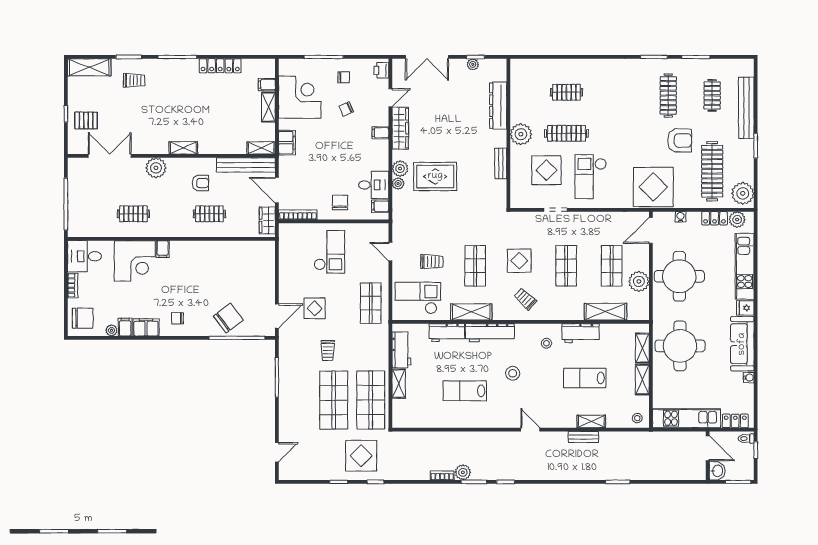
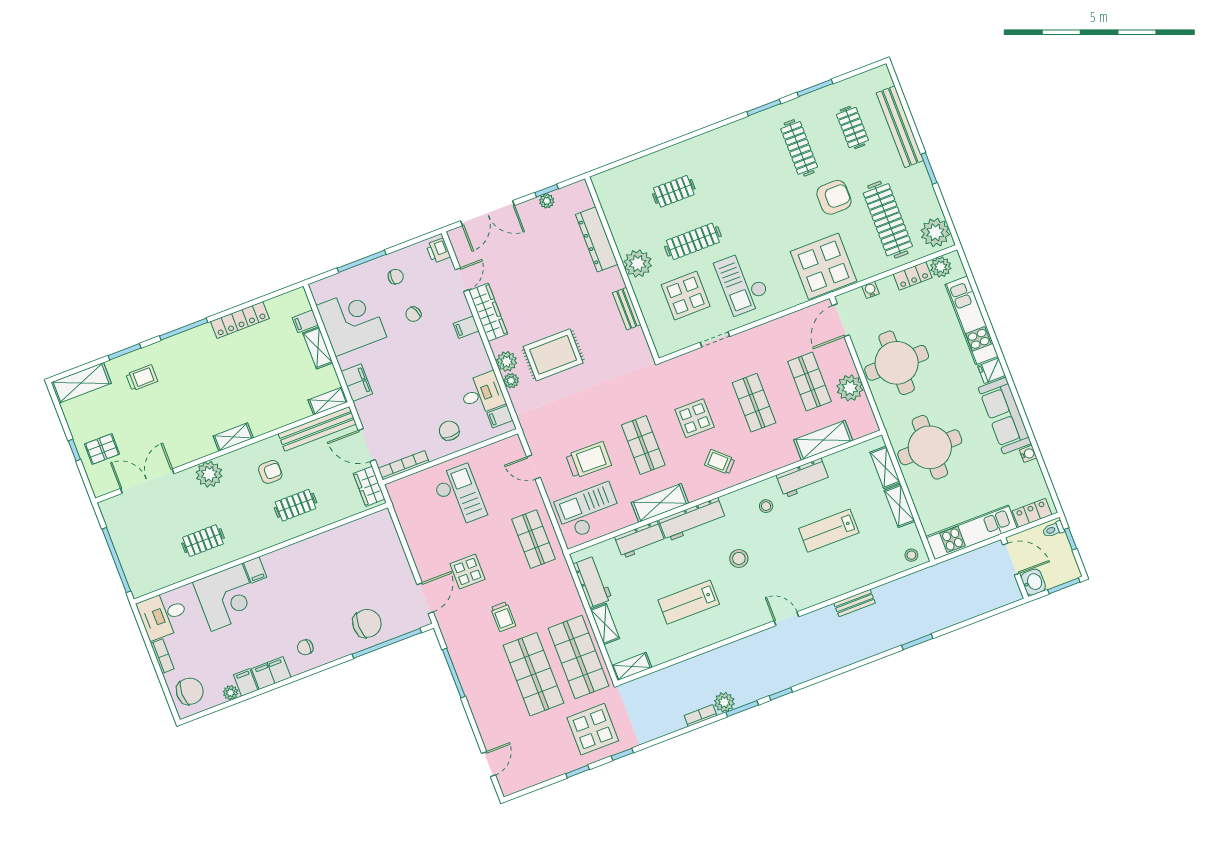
trolley: (432, 262) -> (589, 460), width x1.36, depth x1.39
chair: (228, 318) -> (367, 623), turned 37
shelving: (591, 421) -> (632, 666), moved

